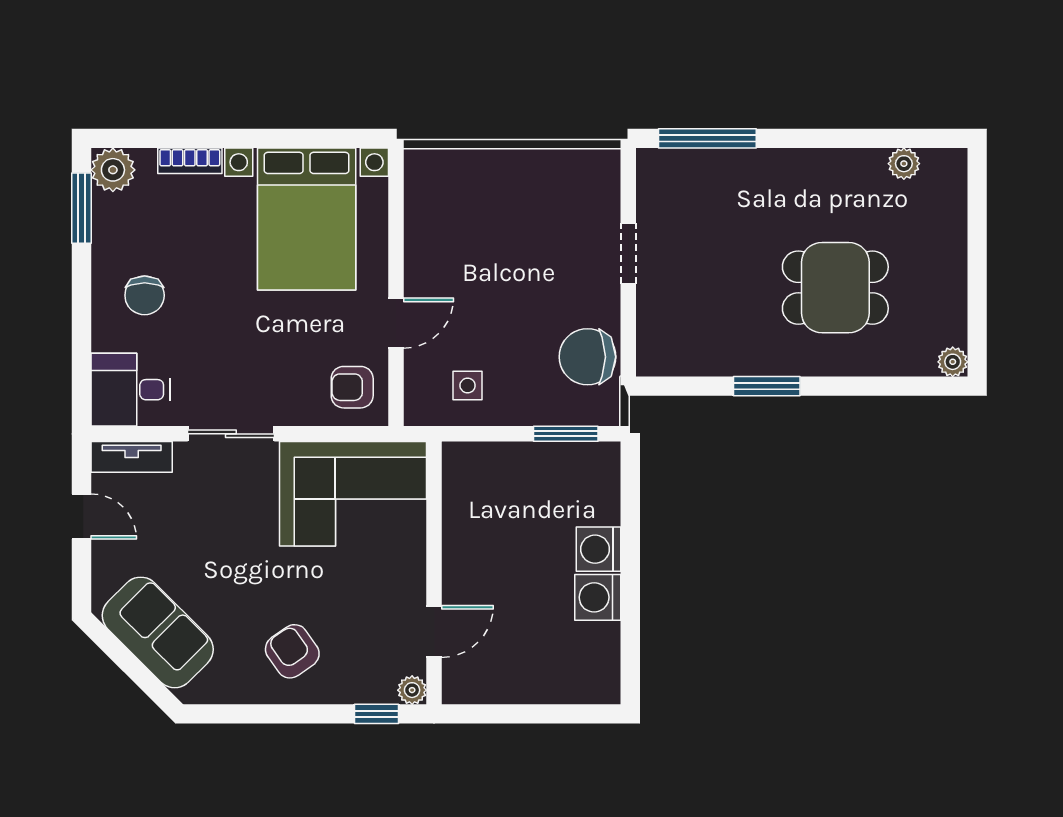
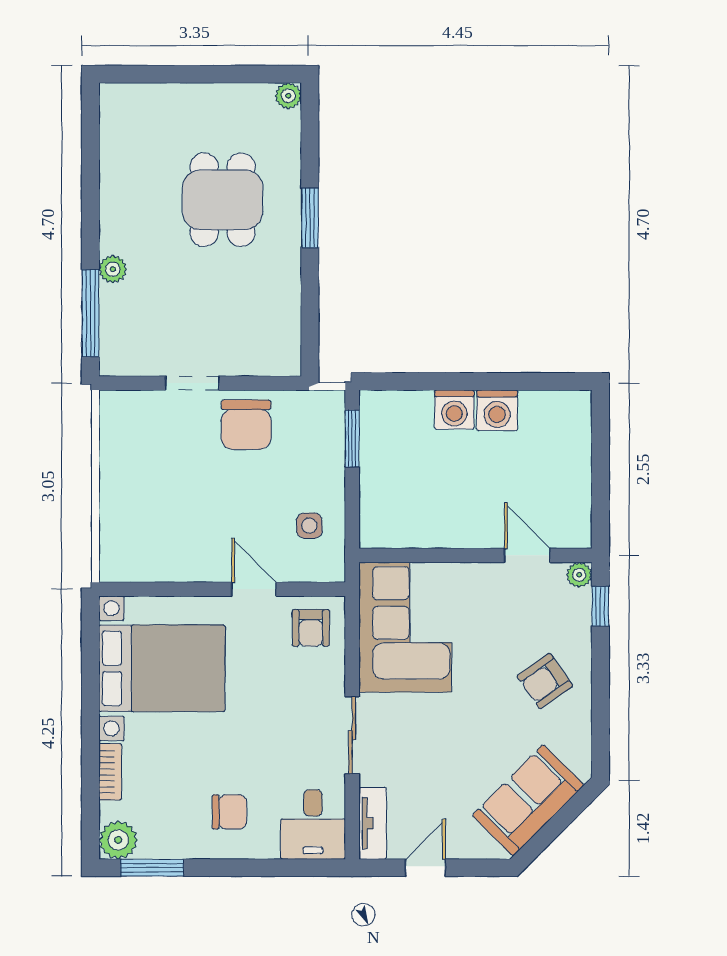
plant: (904, 164) -> (113, 269), moved
chair: (587, 357) -> (246, 425), moved
window: (767, 386) -> (310, 218), moved

